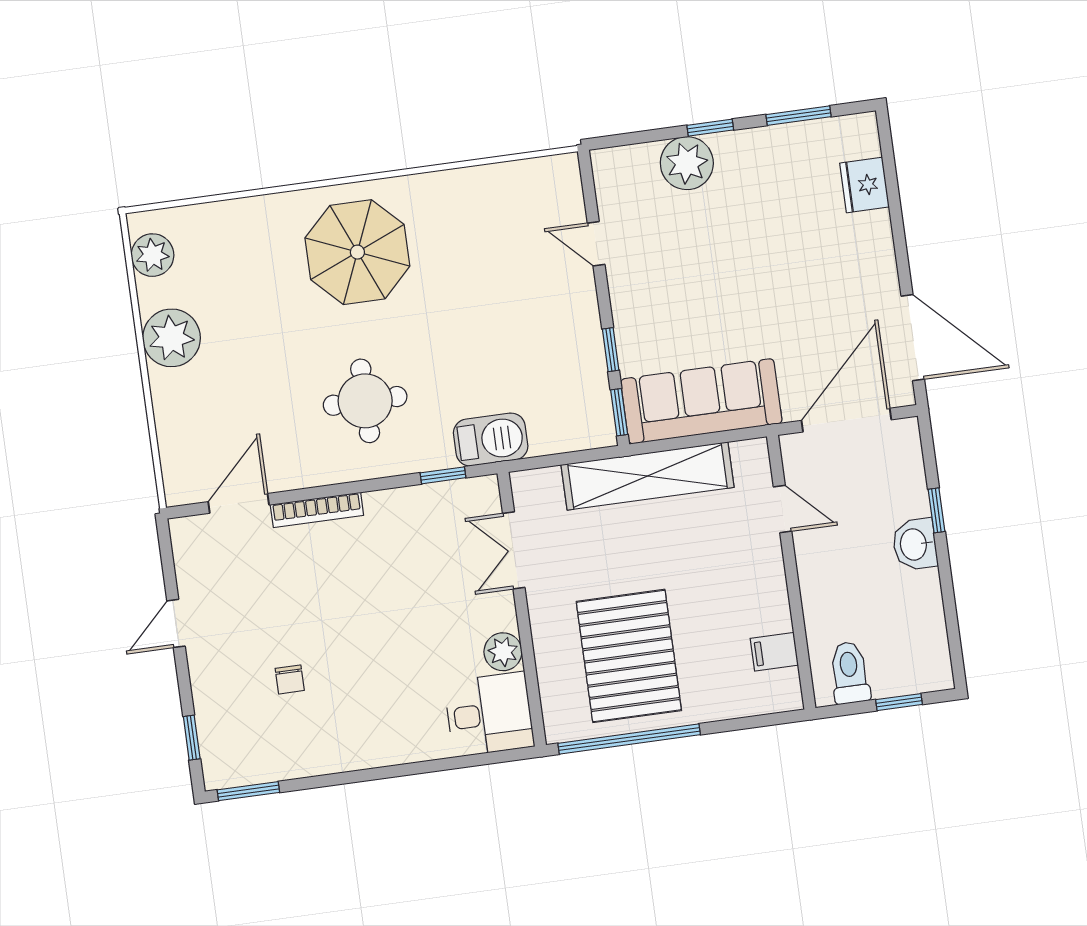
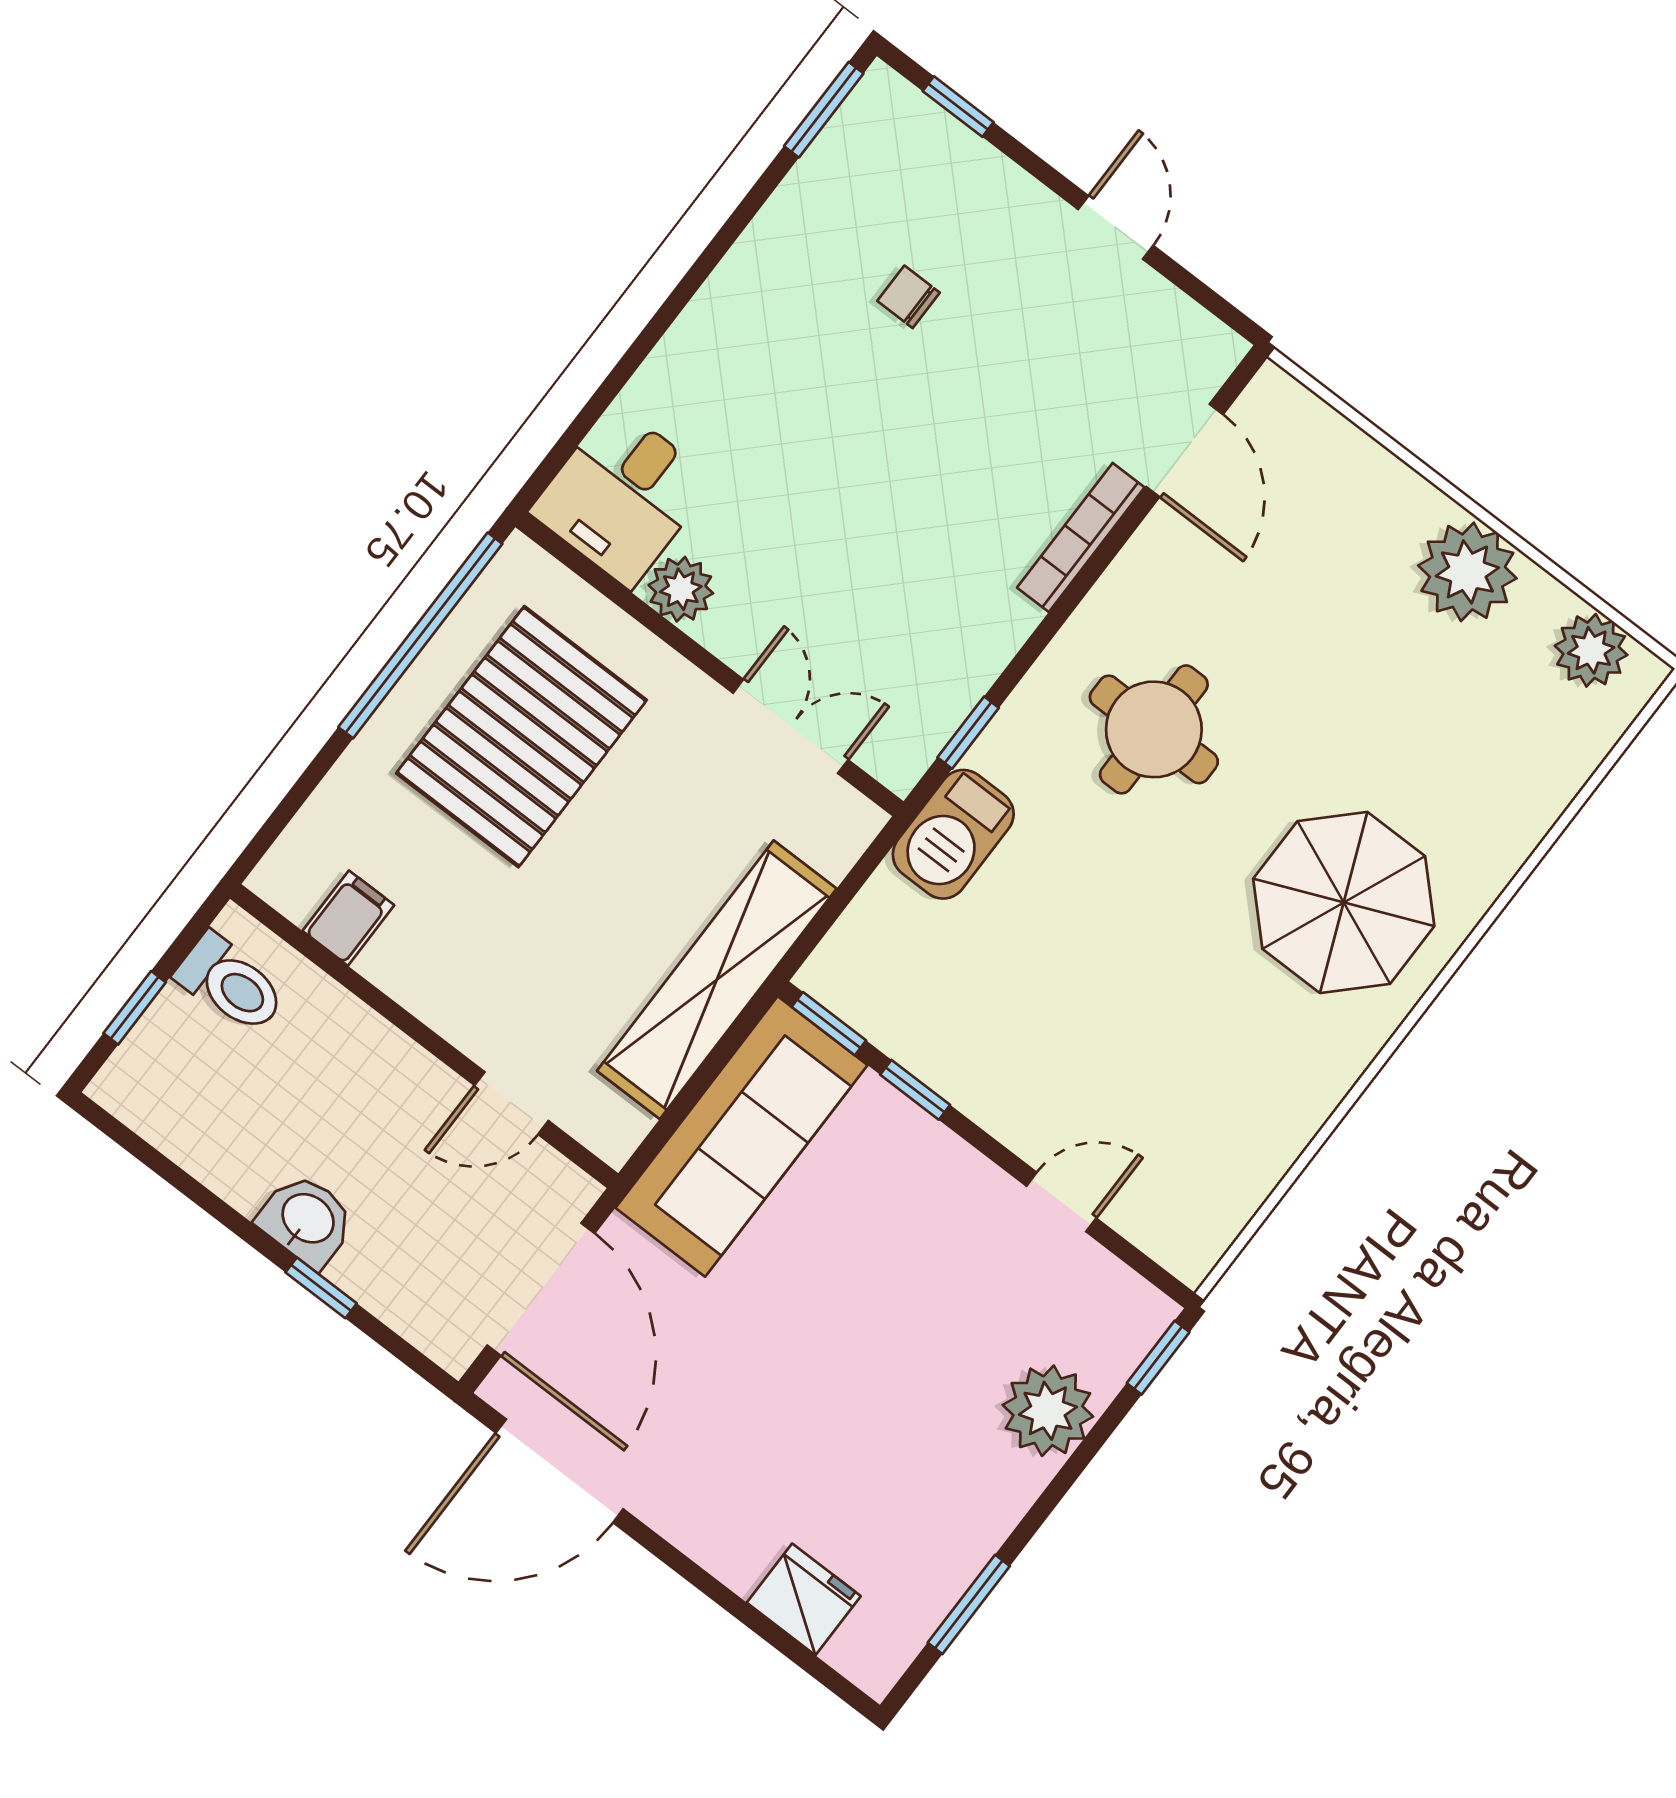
window: (710, 128) -> (1158, 1358), moved
pallet: (629, 656) -> (521, 737), turned 90

